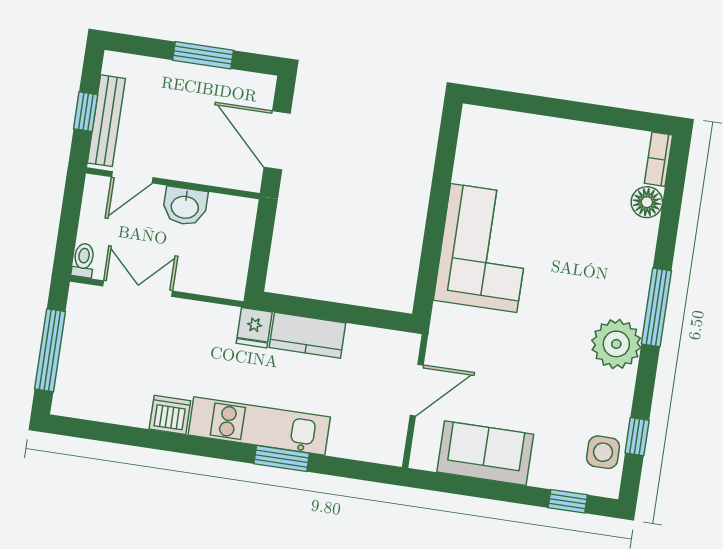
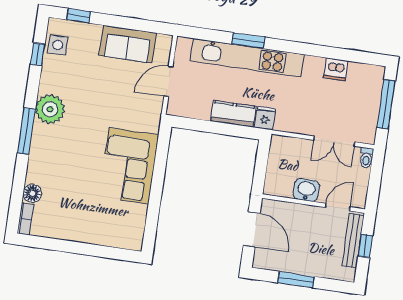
dishwasher: (170, 415) -> (336, 69), moved
kitchen unit: (259, 426) -> (247, 58), width x1.36

